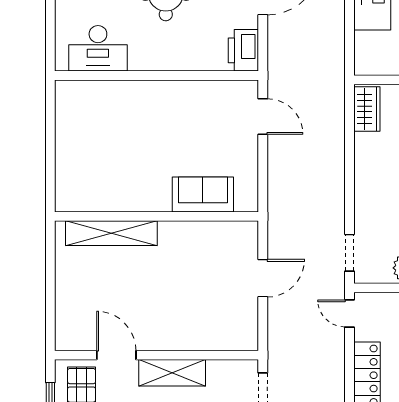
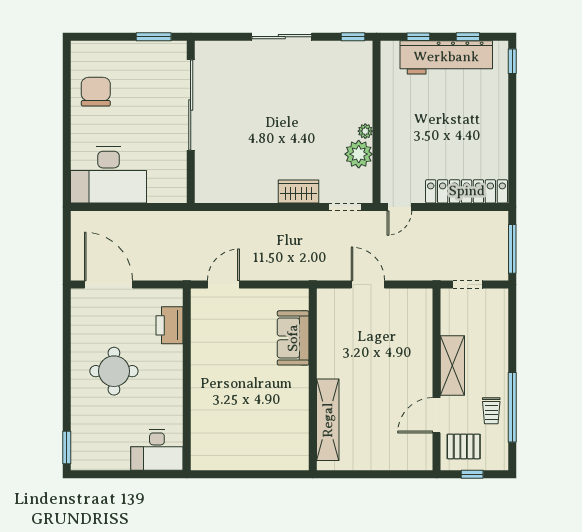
desk: (98, 48) -> (157, 450), moved, turned 90
printer: (243, 50) -> (170, 325), moved, turned 90
wardrobe: (367, 109) -> (298, 192), moved

